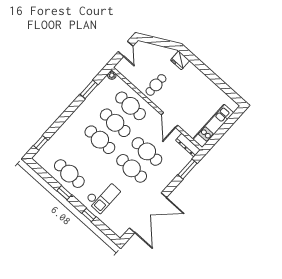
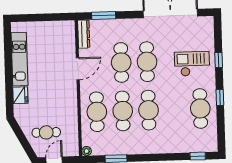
fridge: (180, 60) -> (20, 95), moved
cafe table: (156, 85) -> (46, 132), moved
kitchen unit: (213, 126) -> (19, 59), moved, turned -90

